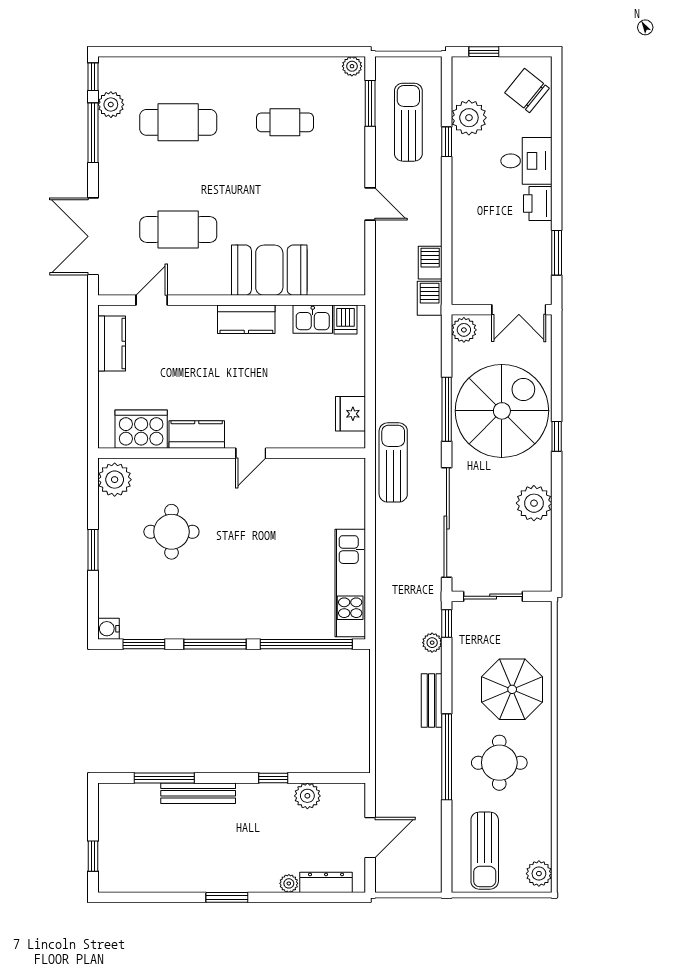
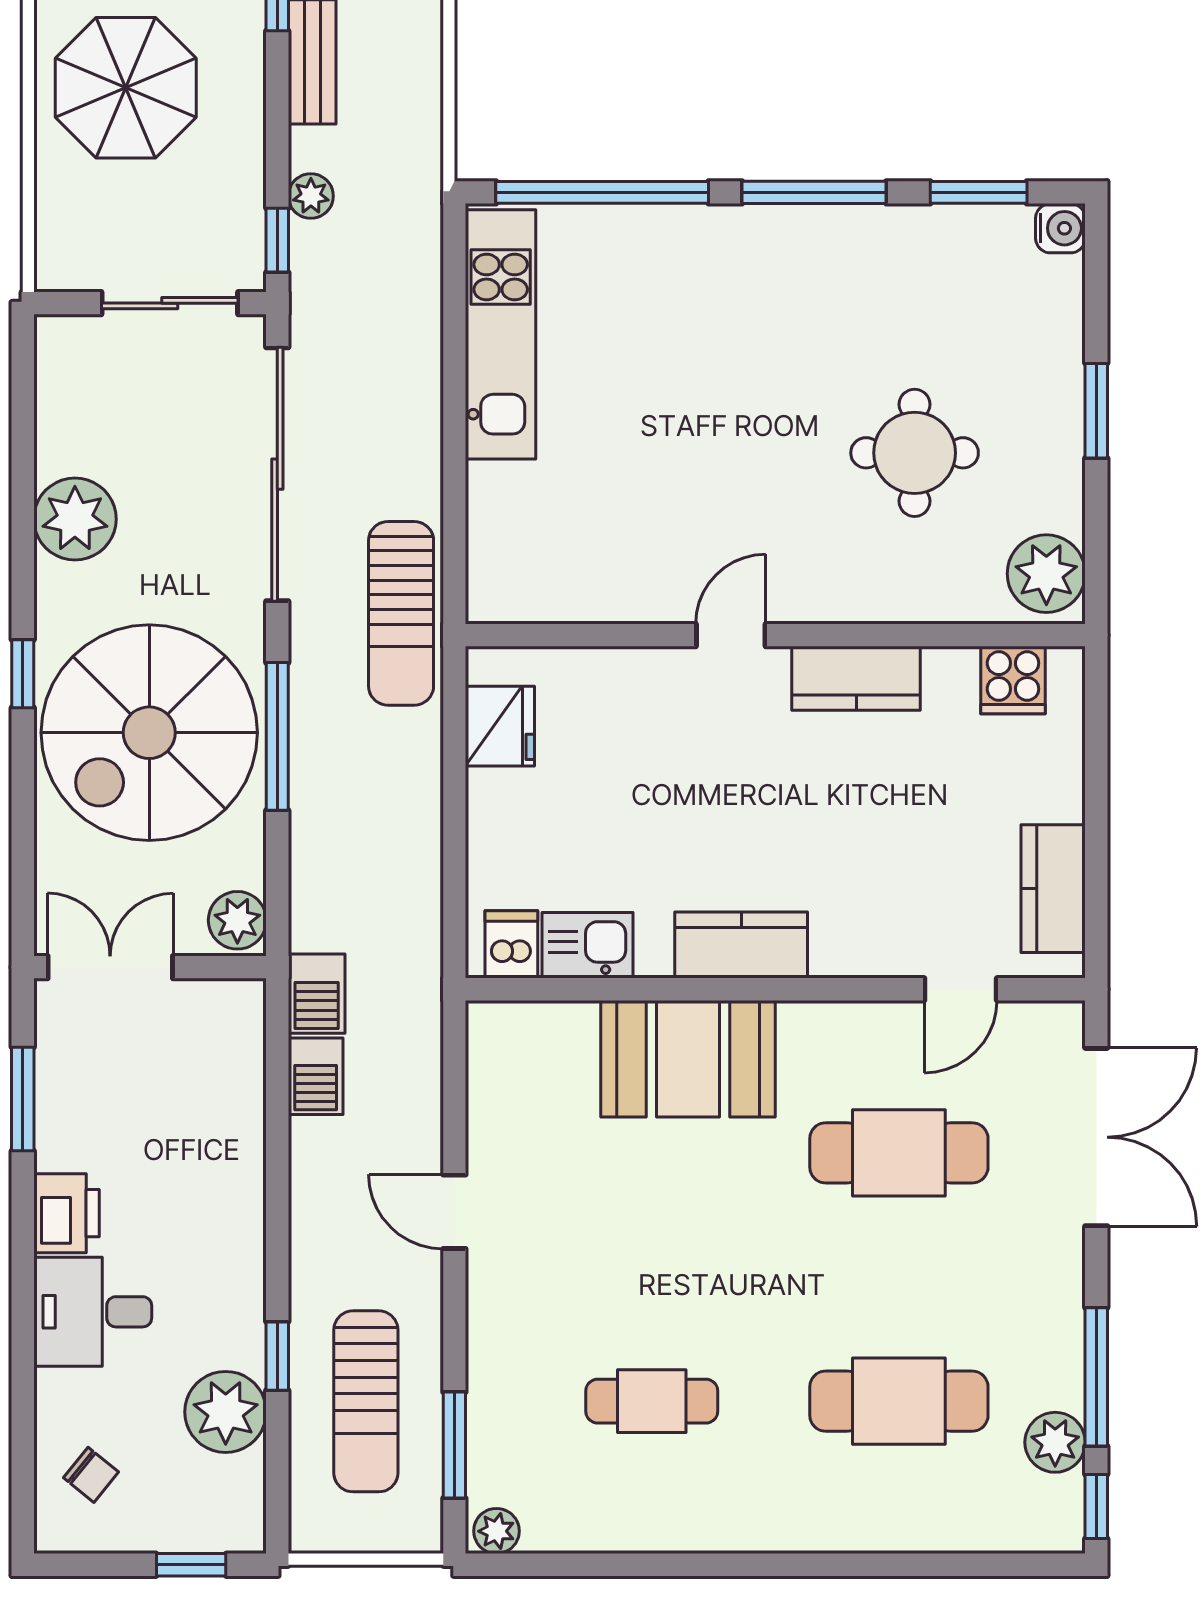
chair: (527, 90) -> (91, 1475), width x0.54, depth x0.54
cooker: (141, 429) -> (1013, 680), width x0.53, depth x0.76

